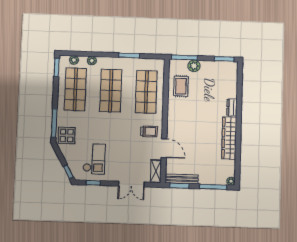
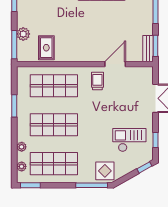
rug: (181, 86) -> (46, 48), turned 90
shelving: (156, 171) -> (141, 72), removed
bench: (182, 179) -> (148, 49), width x0.73

